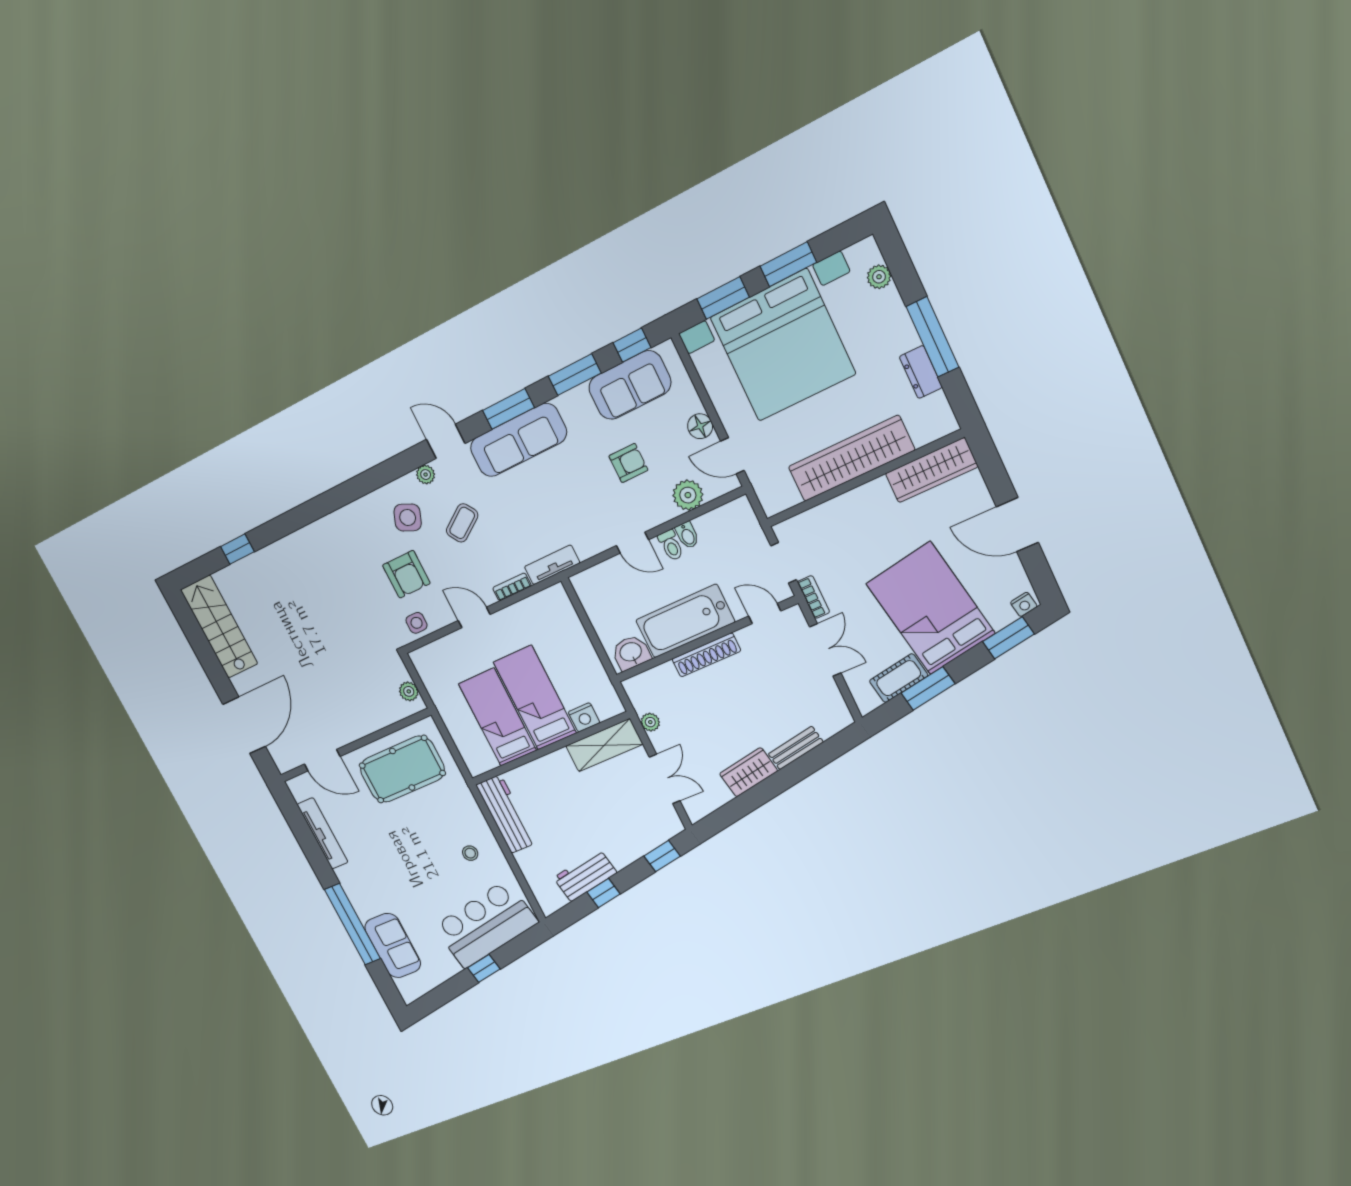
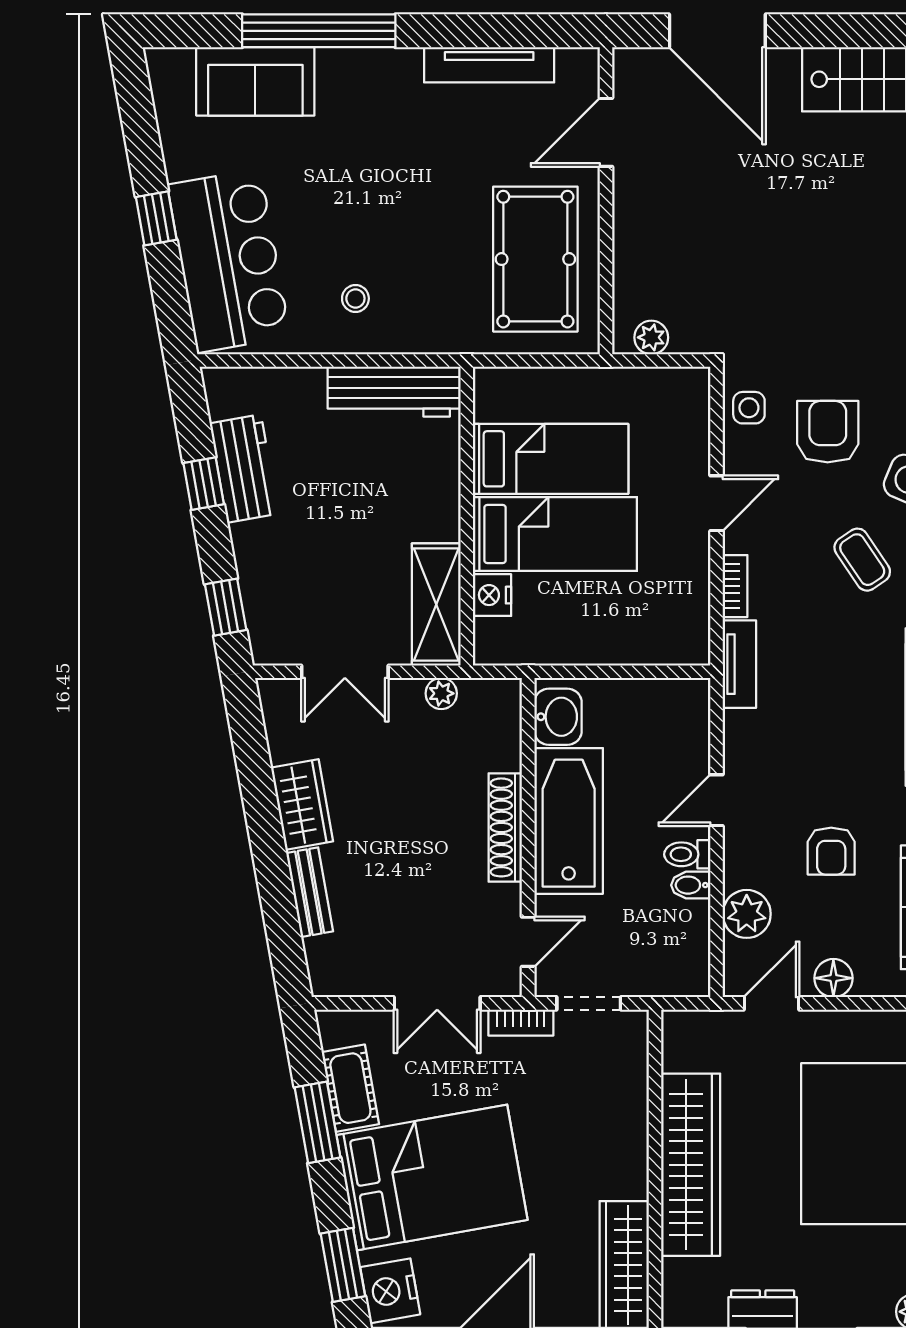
armchair: (406, 574) -> (828, 432), turned 90
nightstand: (1024, 604) -> (390, 1291), width x1.89, depth x1.79

